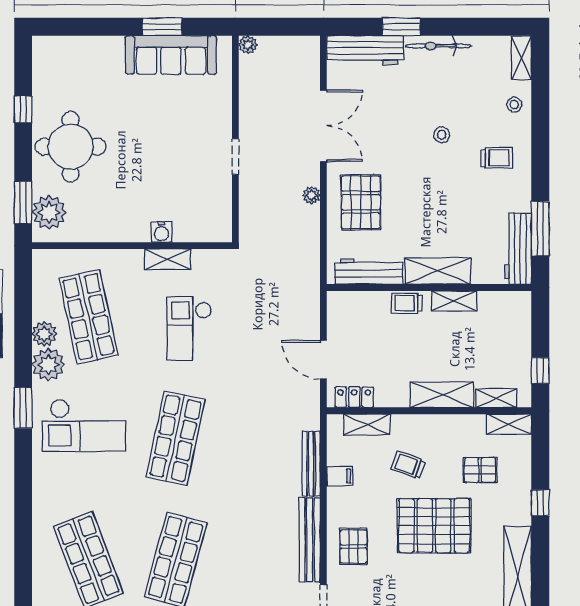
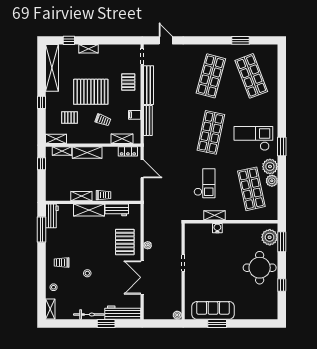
workbench: (518, 249) -> (52, 216), width x0.73
workbench: (369, 271) -> (117, 210), width x0.73

